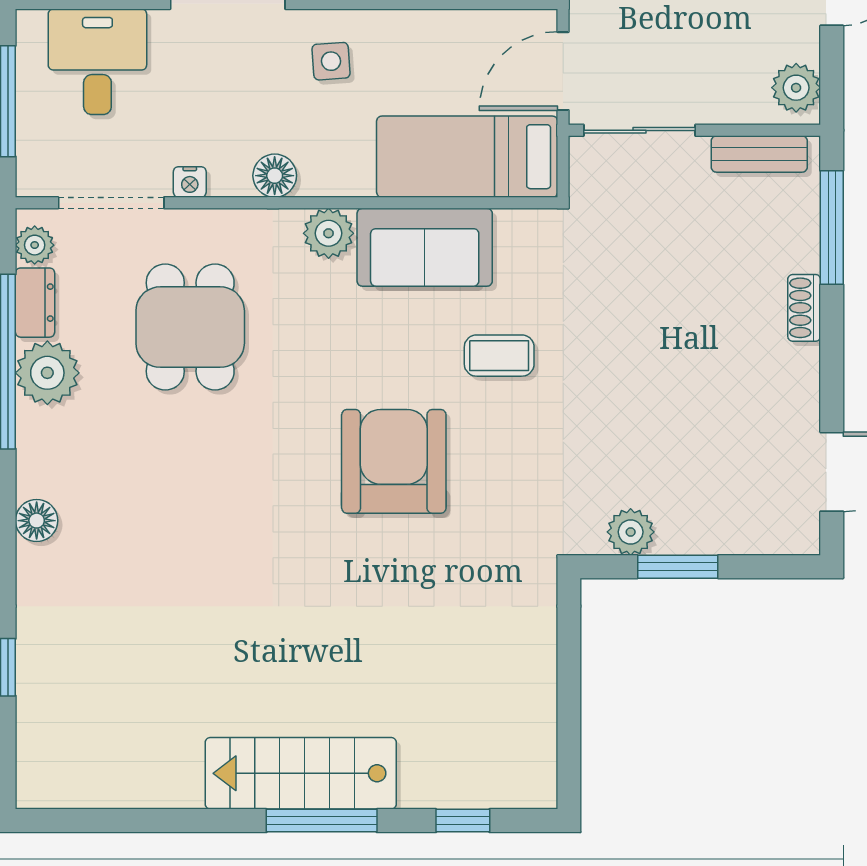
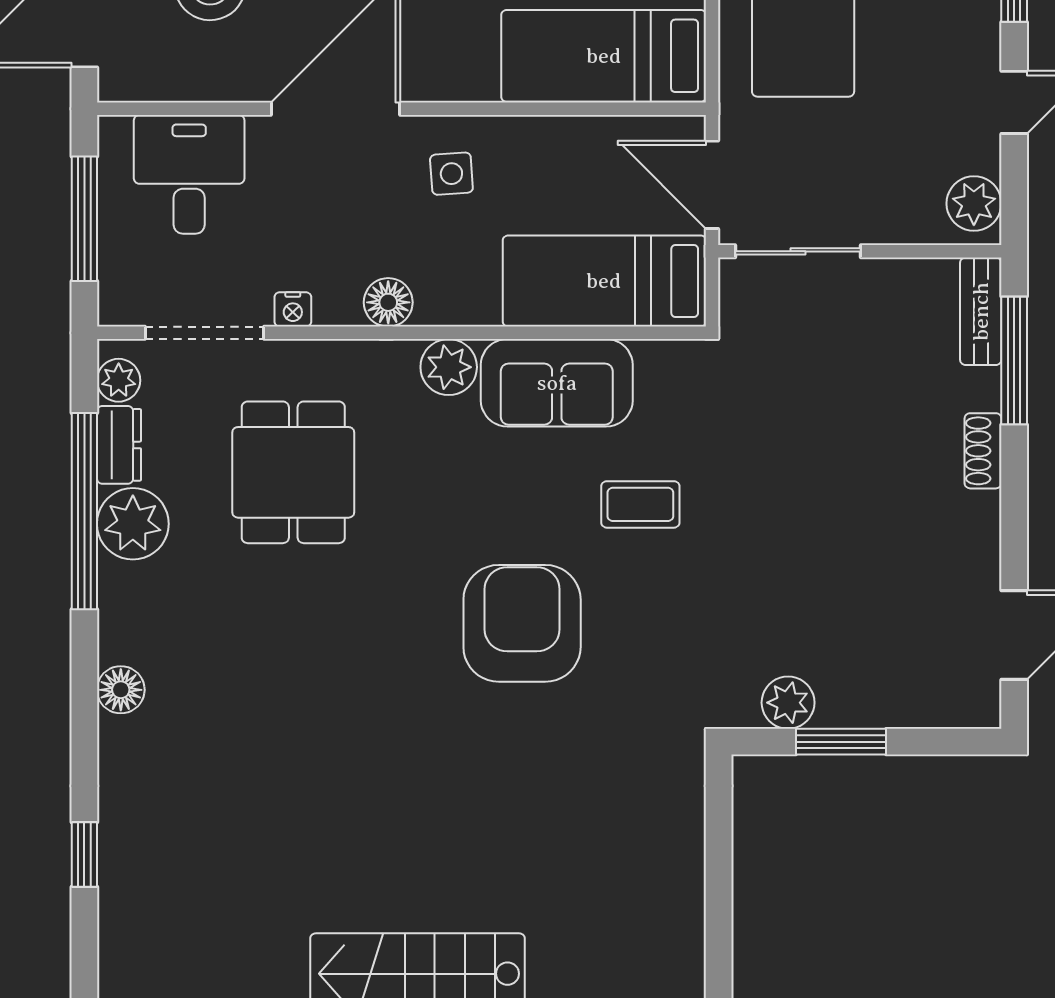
door: (563, 71) -> (712, 185), hinge flipped
bench: (759, 154) -> (981, 311), moved, turned 90

